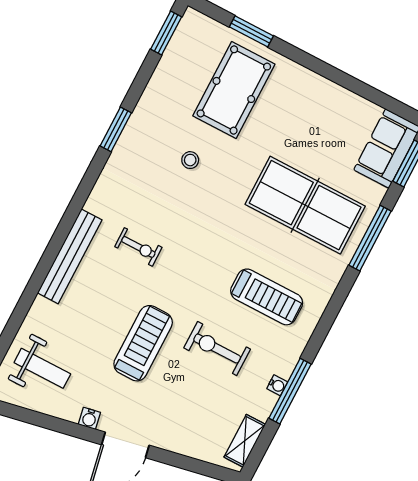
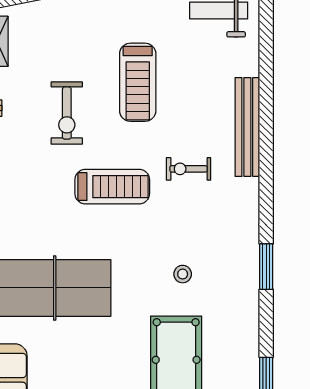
treadmill: (267, 297) -> (112, 187), moved, turned 180
exercise bike: (217, 349) -> (67, 113), turned 90

